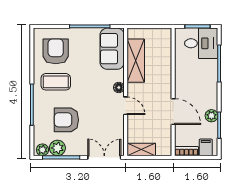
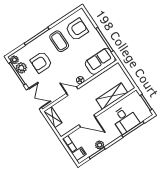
desk: (201, 43) -> (125, 119), moved
shelving: (136, 61) -> (112, 96), moved
door: (126, 106) -> (72, 91), swing flipped
door: (173, 112) -> (87, 121), hinge flipped
armchair: (66, 120) -> (41, 62), turned -90

